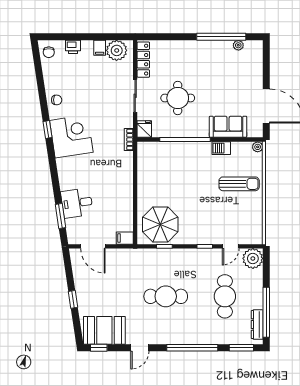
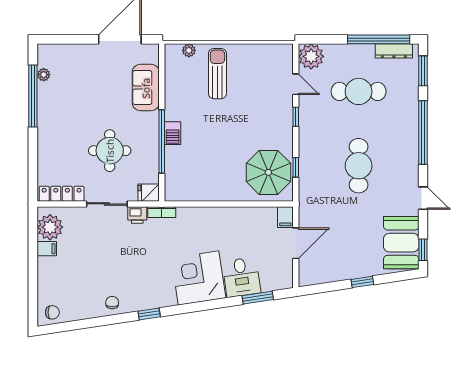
printer: (73, 47) -> (137, 215), moved, turned 90
corner desk: (71, 136) -> (199, 278), moved
plant: (258, 147) -> (189, 50), moved
barbecue: (221, 148) -> (173, 133), moved
door: (93, 246) -> (296, 243), moved

